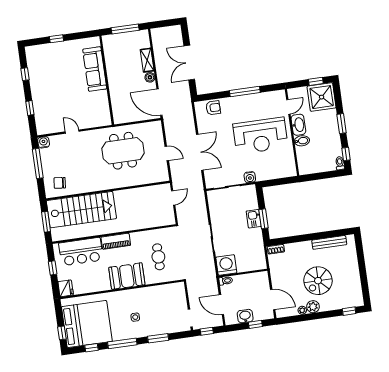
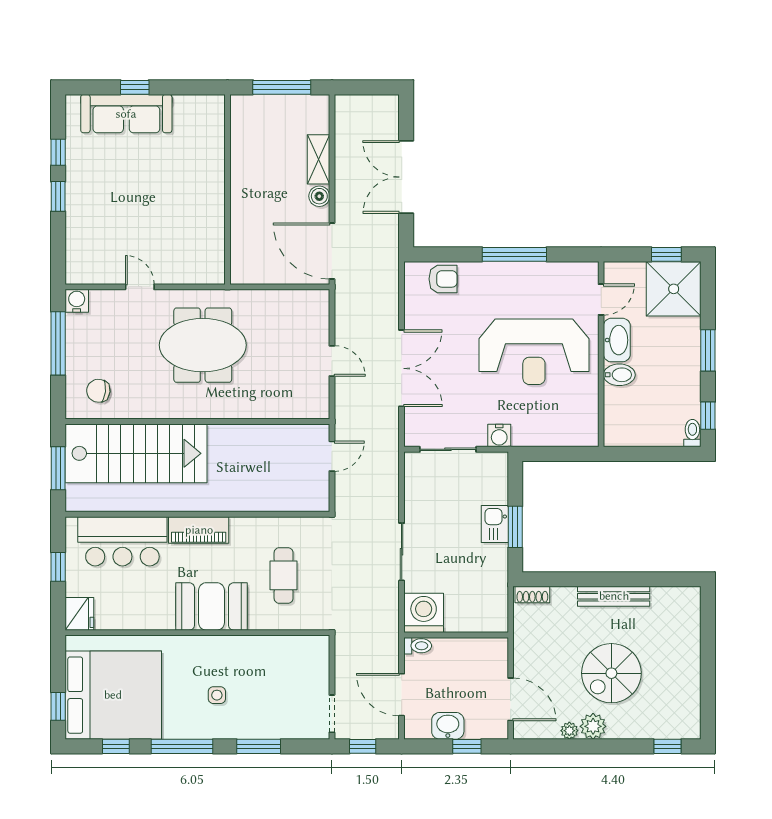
sofa: (95, 69) -> (126, 114), moved, turned -90
window: (30, 108) -> (58, 196), moved
meeting table: (123, 151) -> (203, 345), moved
bench: (329, 242) -> (614, 596), moved

